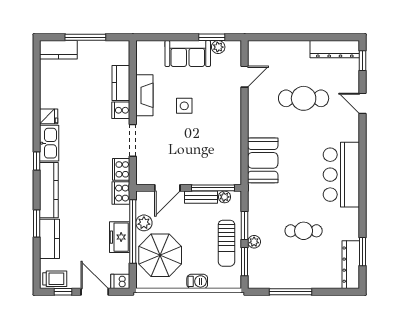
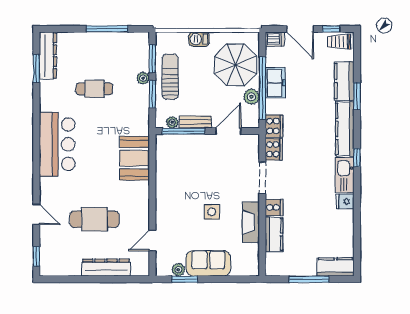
dresser: (335, 49) -> (106, 268), moved

